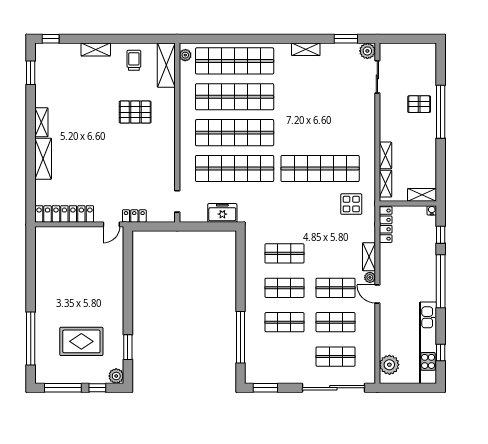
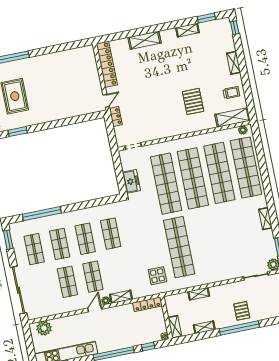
shelving: (41, 122) -> (187, 30), moved
shelving: (386, 184) -> (204, 327), moved
door: (111, 224) -> (106, 101), swing flipped
shop shelf: (336, 357) -> (34, 249), moved

